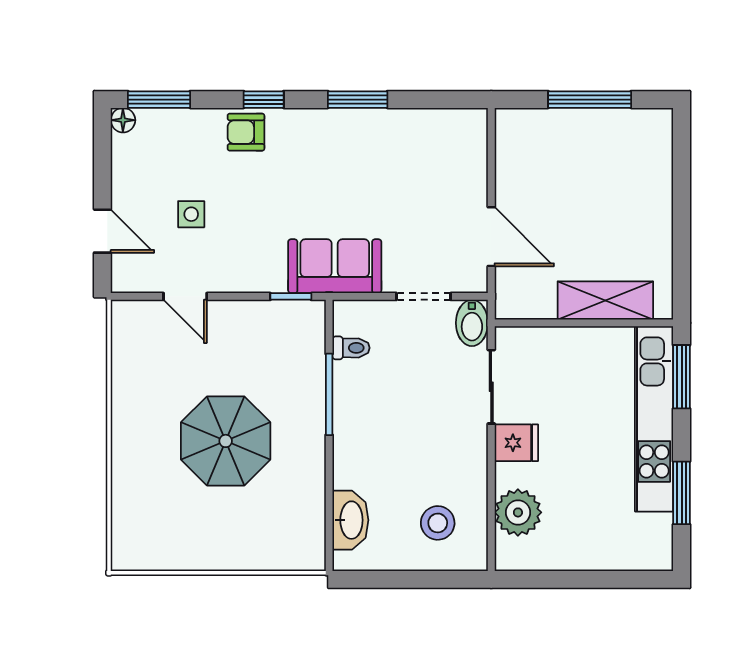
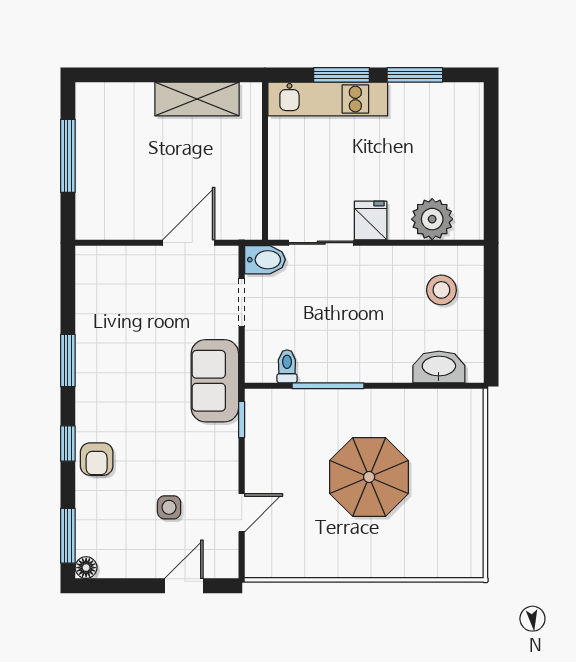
shelving: (605, 300) -> (197, 99), moved, turned 90
window: (682, 377) -> (341, 75), moved
kitchen unit: (654, 419) -> (328, 99), width x0.73

